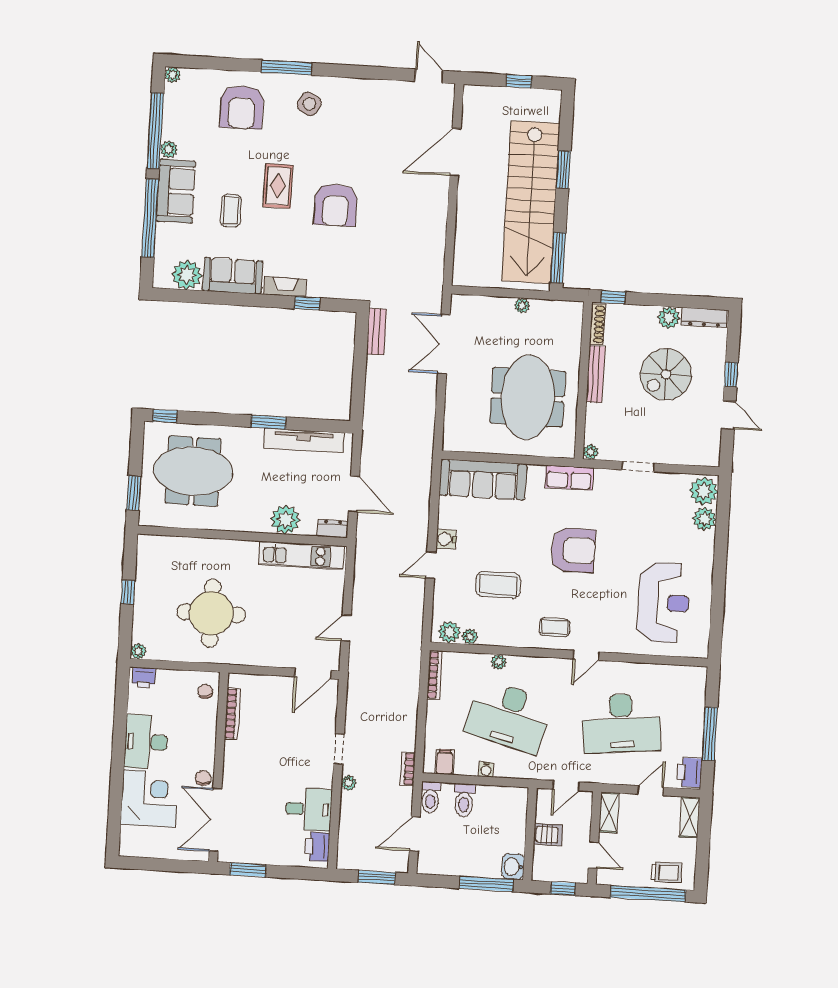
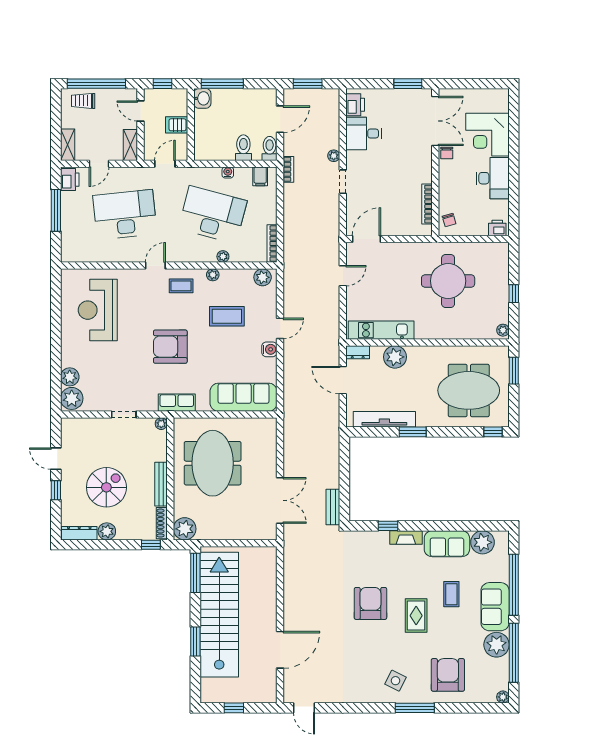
plant: (169, 149) -> (497, 645), width x1.87, depth x1.87
plant: (522, 306) -> (185, 529), moved, width x1.87, depth x1.87
plant: (470, 637) -> (213, 275), moved
plant: (138, 651) -> (503, 330), moved

